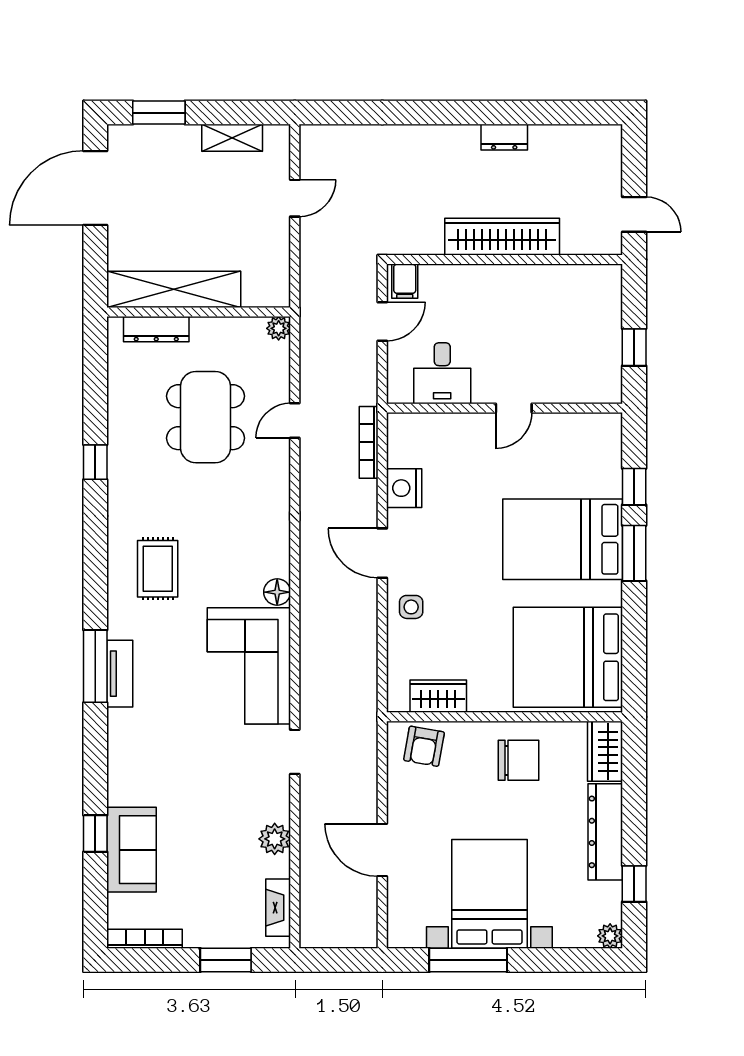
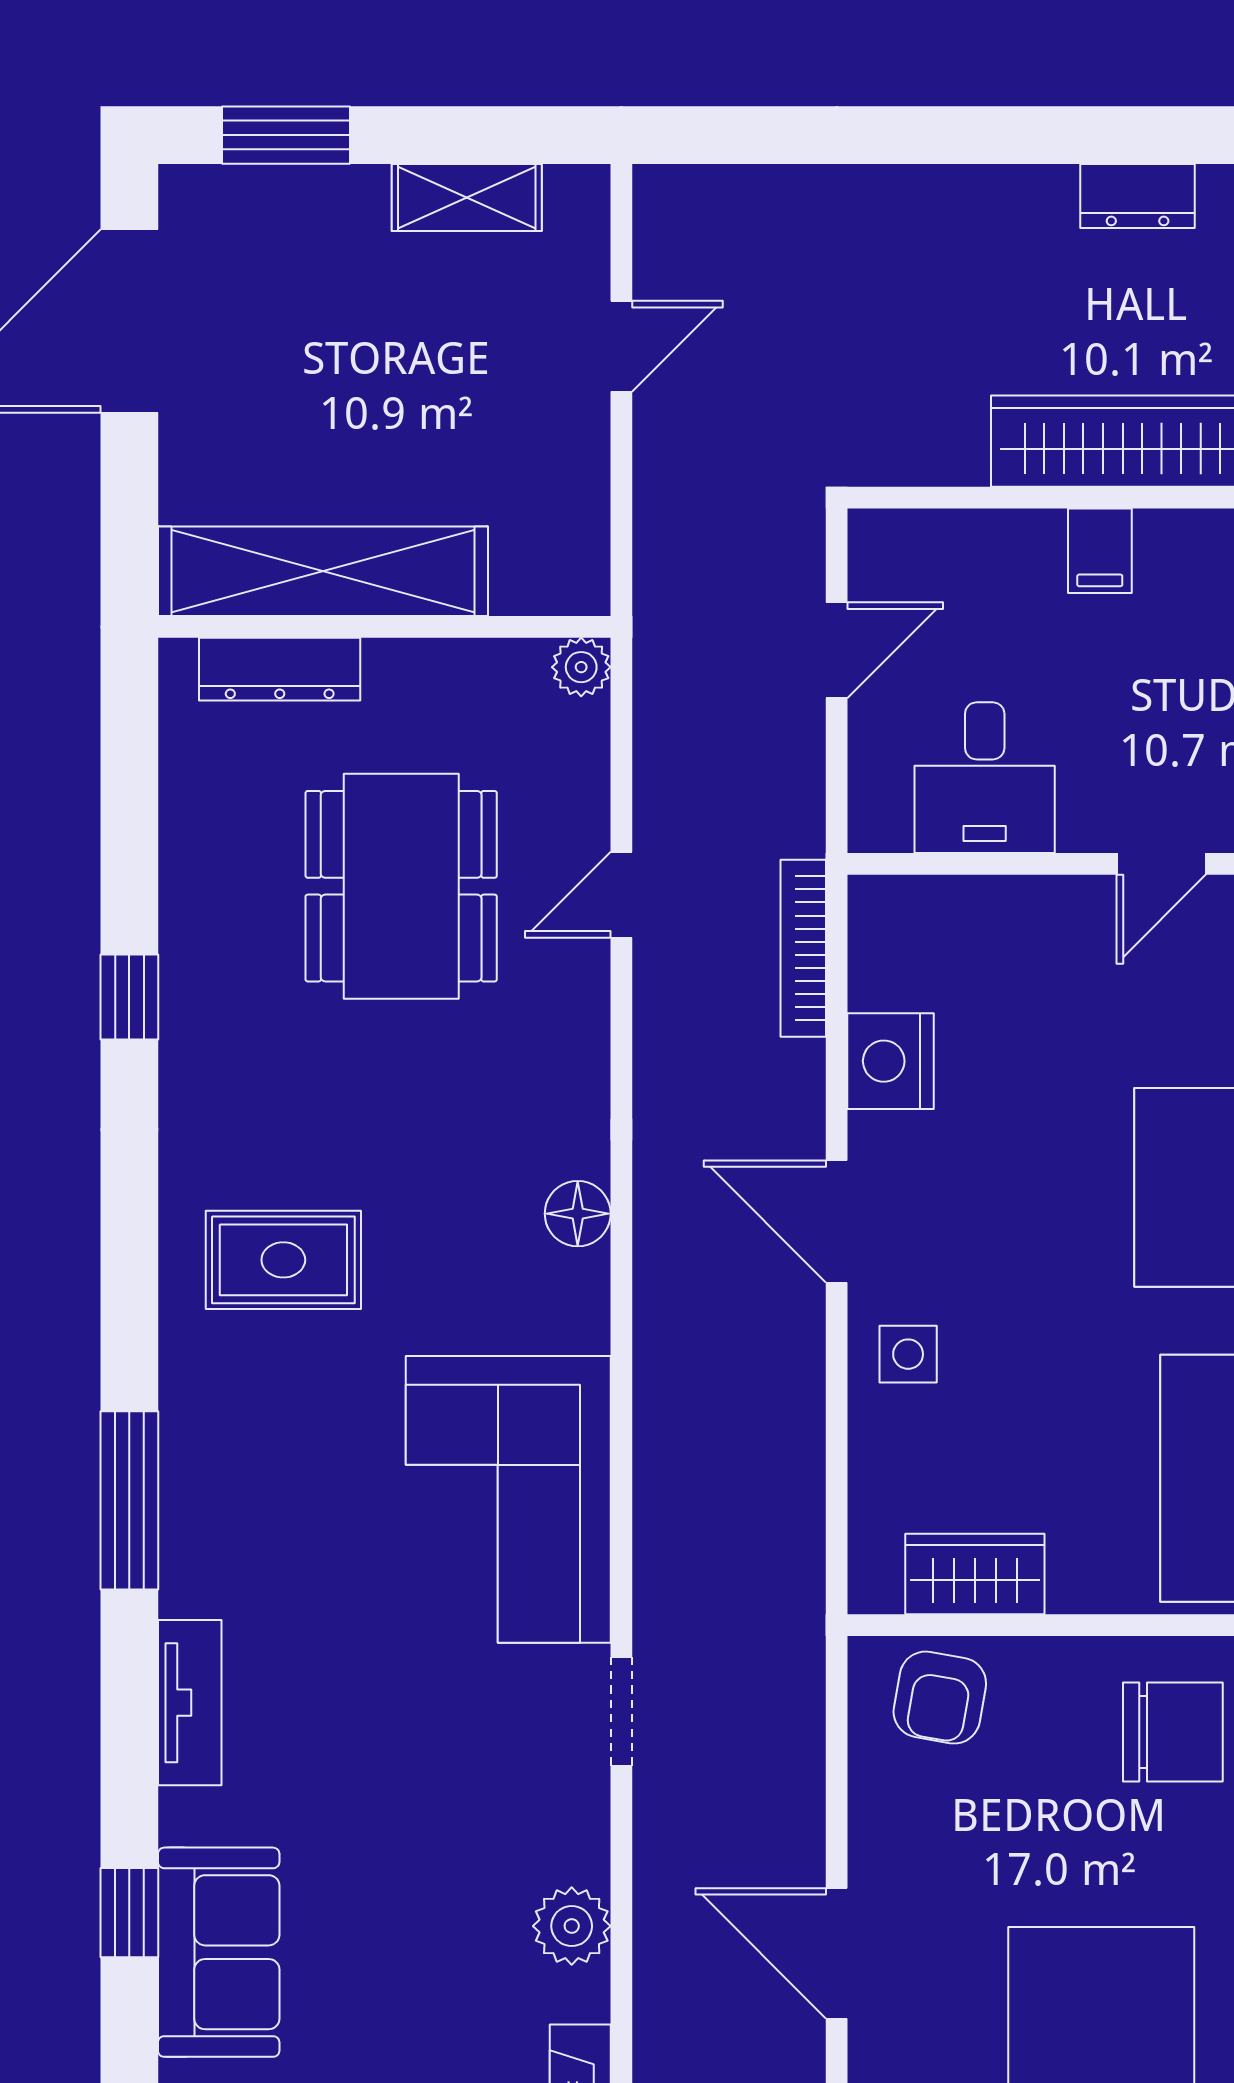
filing cabinet: (405, 281) -> (1100, 551), moved
rug: (158, 569) -> (283, 1260), turned 90
floor lamp: (277, 592) -> (578, 1214), moved
tv unit: (120, 674) -> (190, 1703), moved

